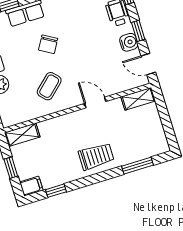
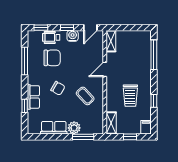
chair: (89, 23) -> (52, 58), added
trolley: (96, 156) -> (130, 96), moved, turned 180
window: (138, 166) -> (154, 55), width x1.44
window: (56, 191) -> (154, 101), moved

